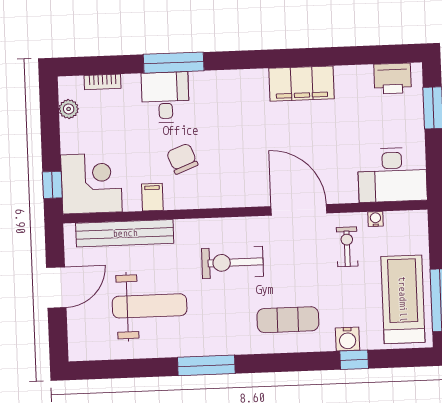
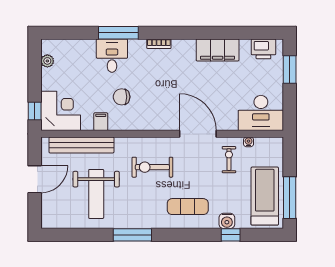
bookcase: (103, 82) -> (159, 44), moved
filing cabinet: (302, 84) -> (218, 50), moved
chair: (182, 159) -> (122, 97), turned -69
weight bench: (150, 306) -> (96, 194), turned 90

